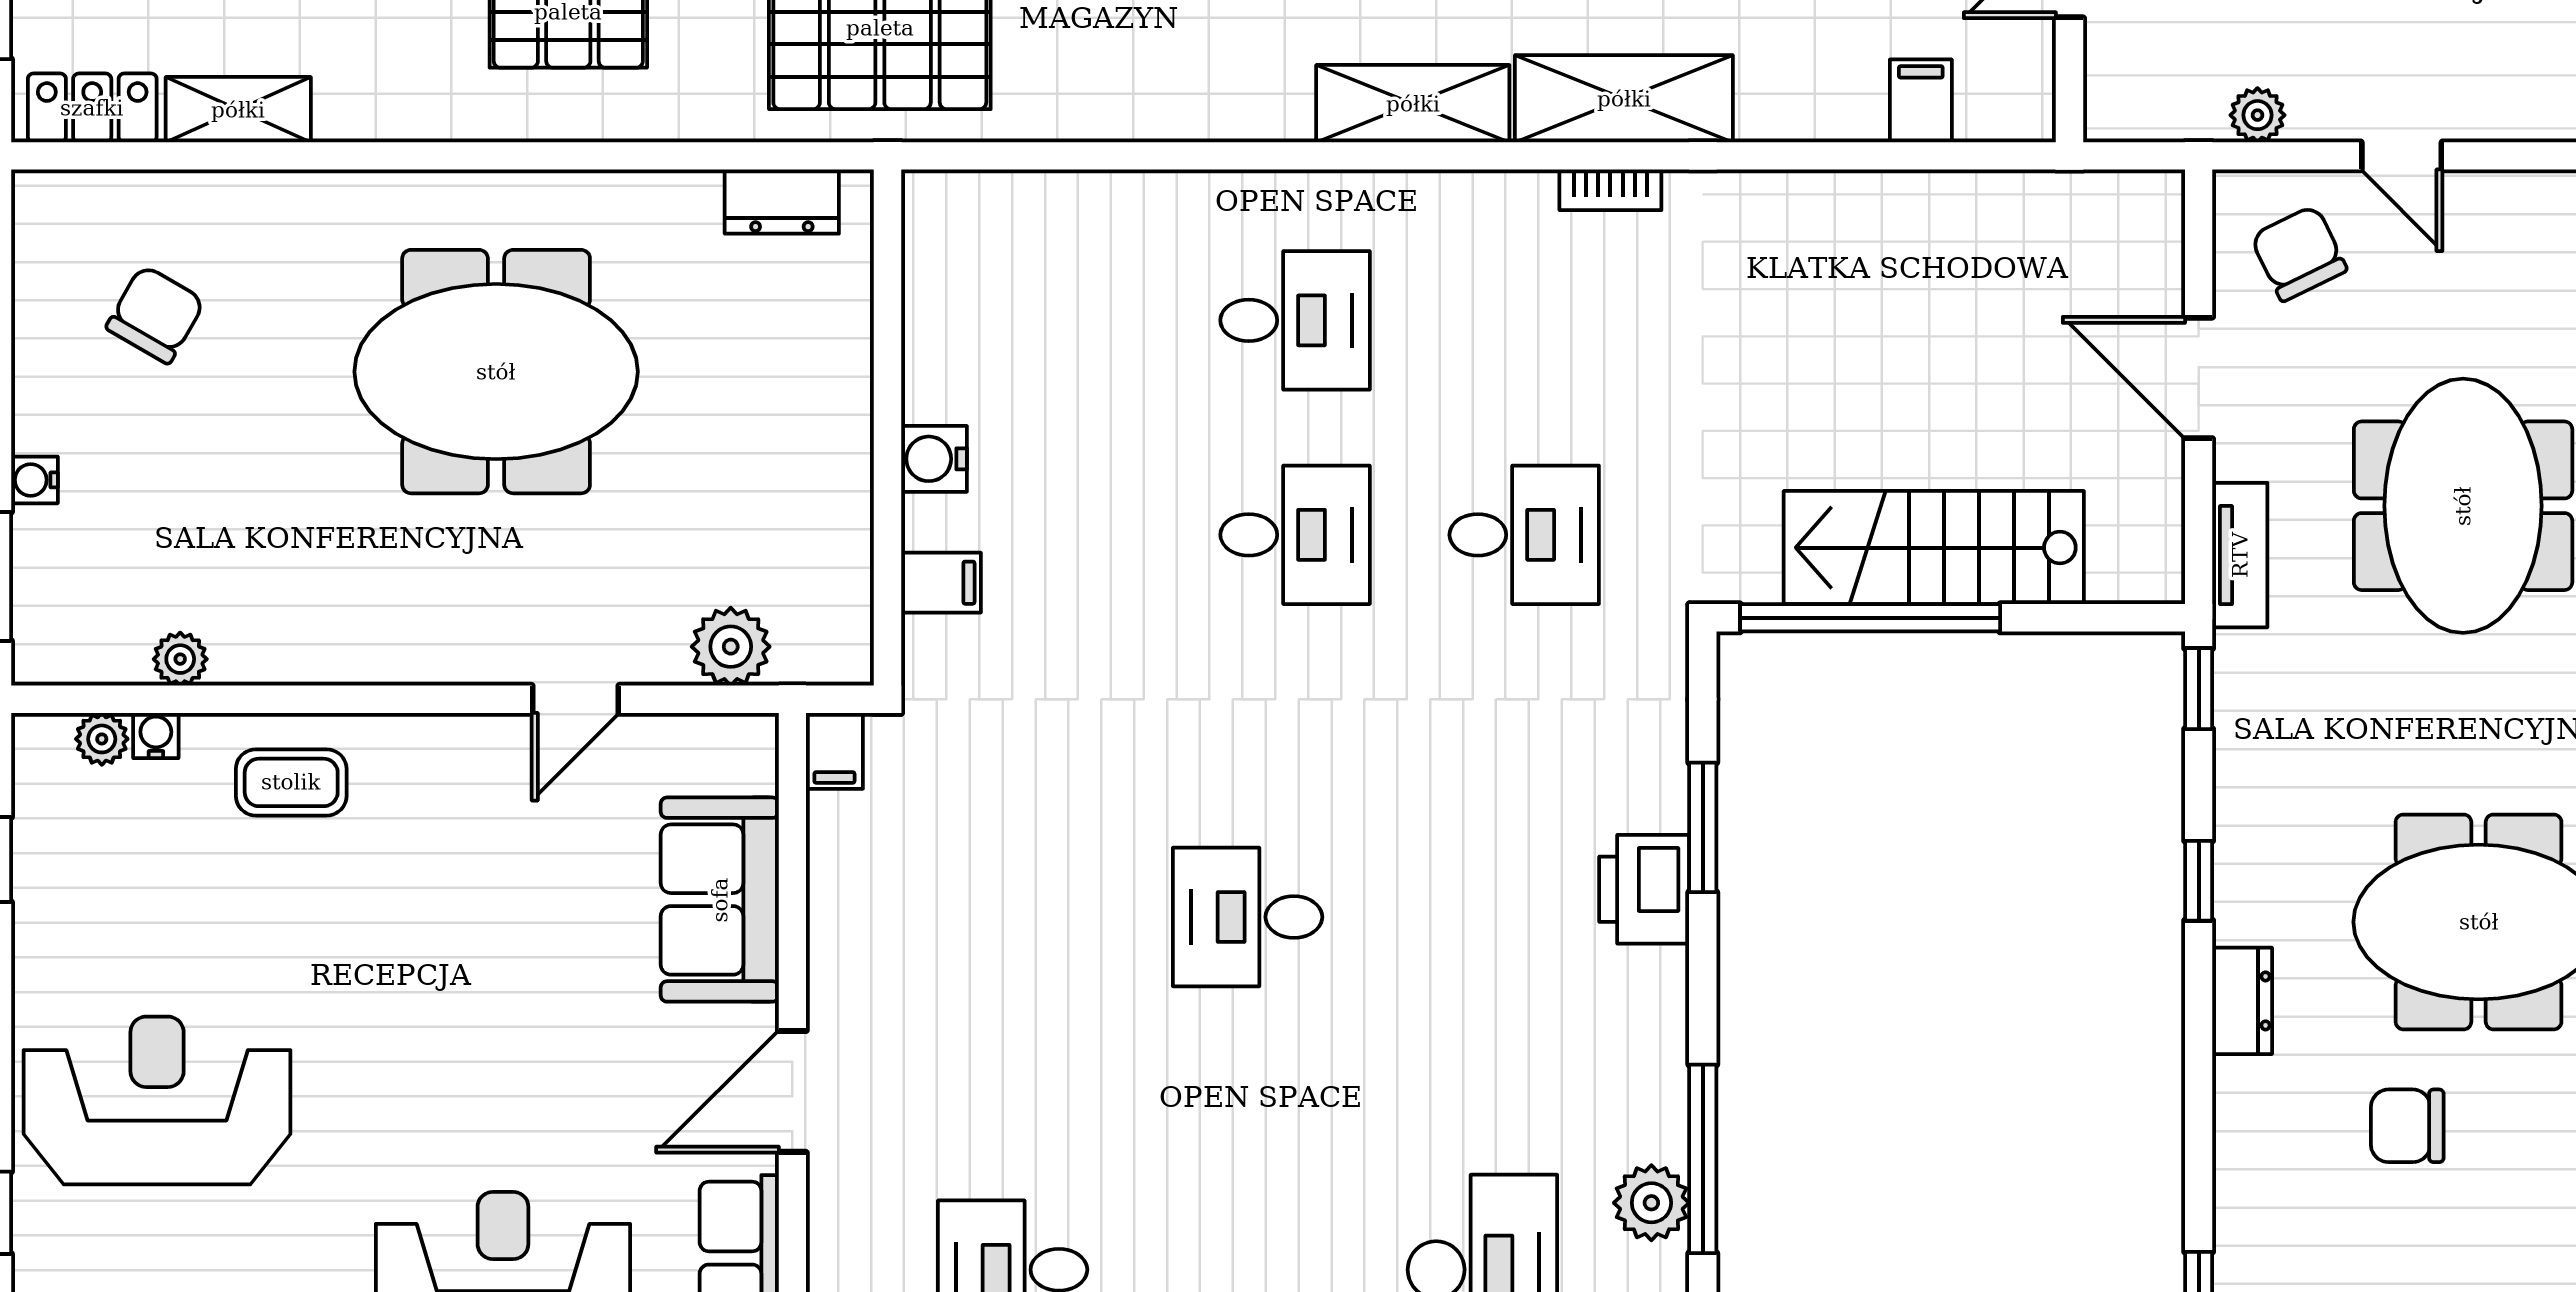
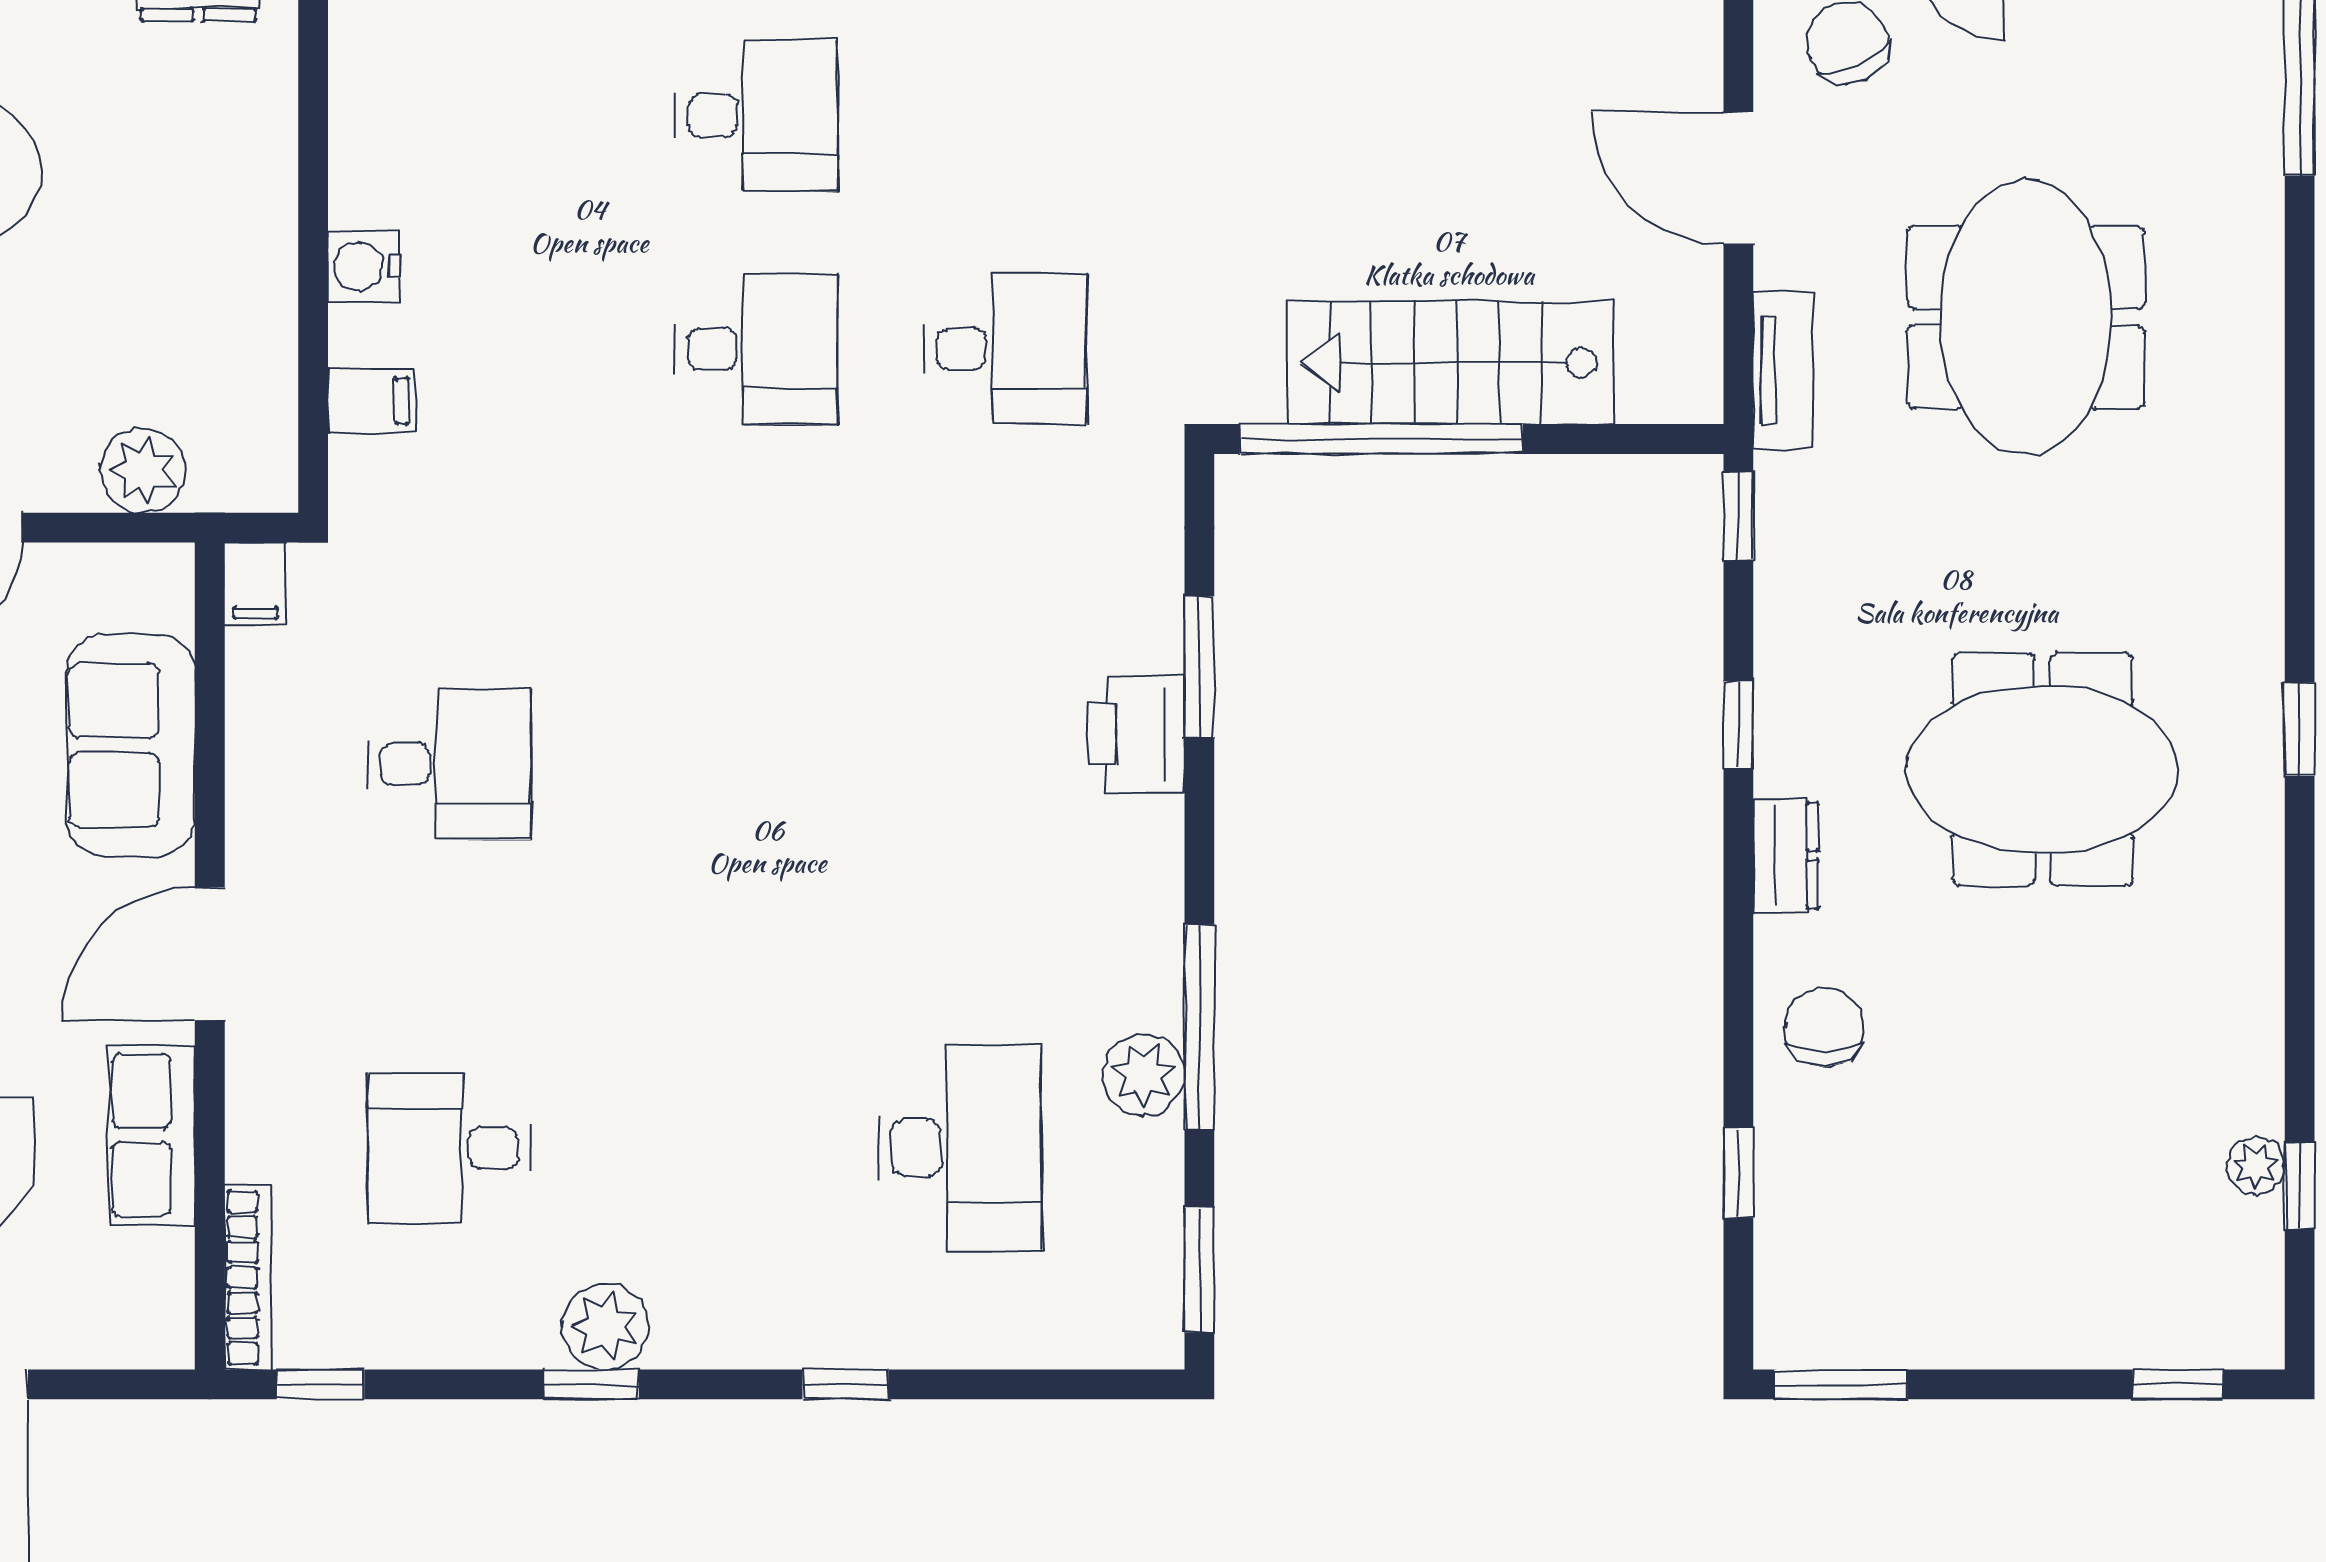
desk: (1248, 917) -> (449, 764), moved, turned 180
chair: (2407, 1126) -> (1824, 1027), moved, turned 90

